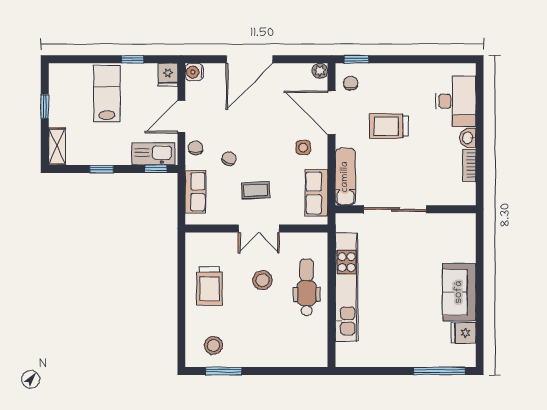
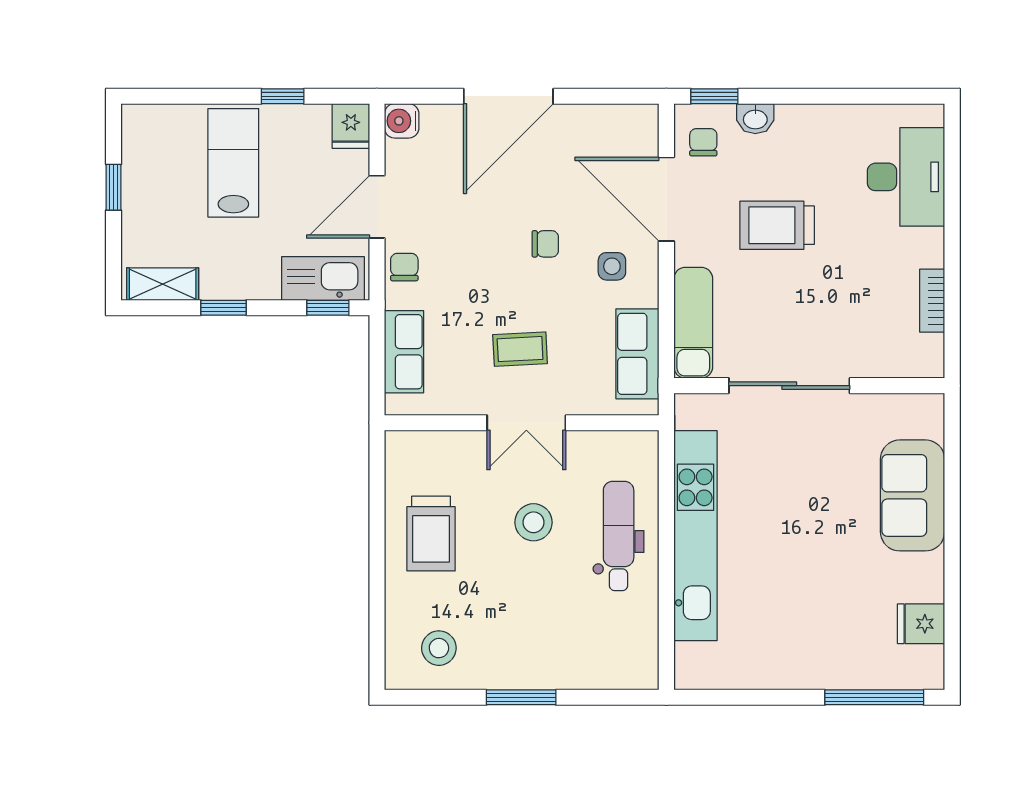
plant: (320, 71) -> (644, 118), removed
washbasin: (468, 138) -> (755, 119), moved, turned -90
shelving: (57, 146) -> (163, 284), moved, turned 90
chair: (229, 159) -> (545, 244), moved, turned 67
sofa: (459, 292) -> (913, 495), moved
window: (224, 371) -> (521, 697), moved

